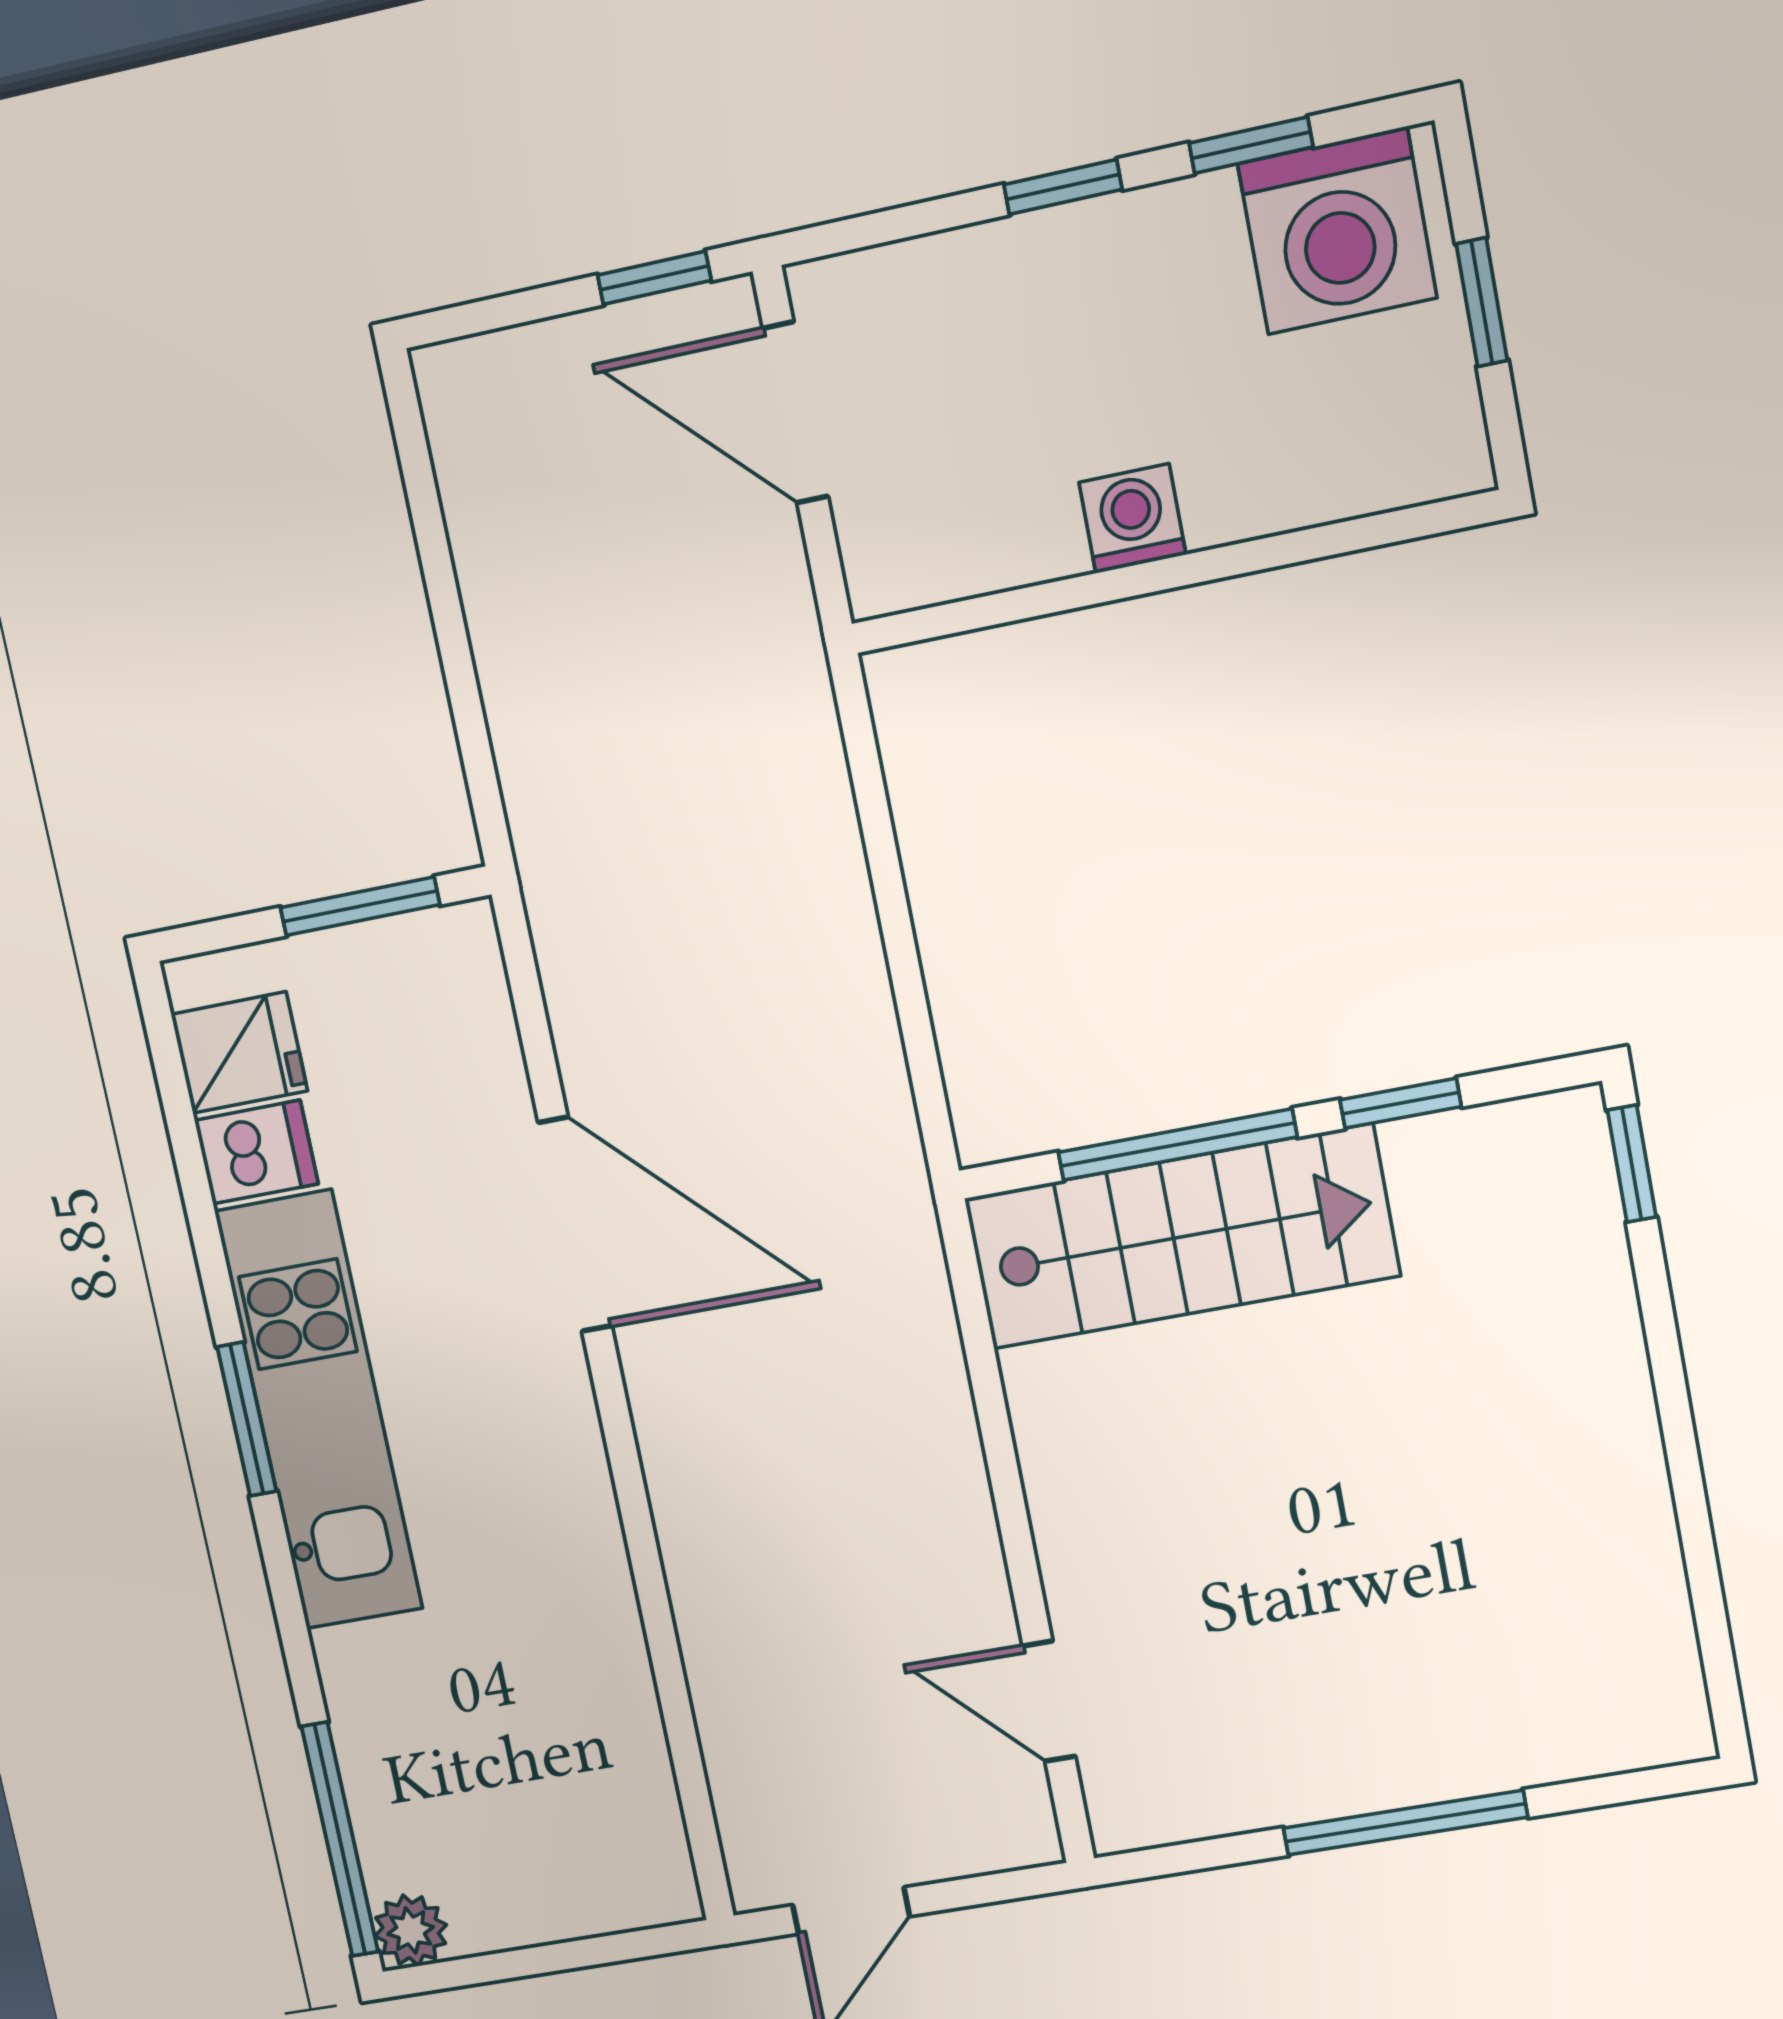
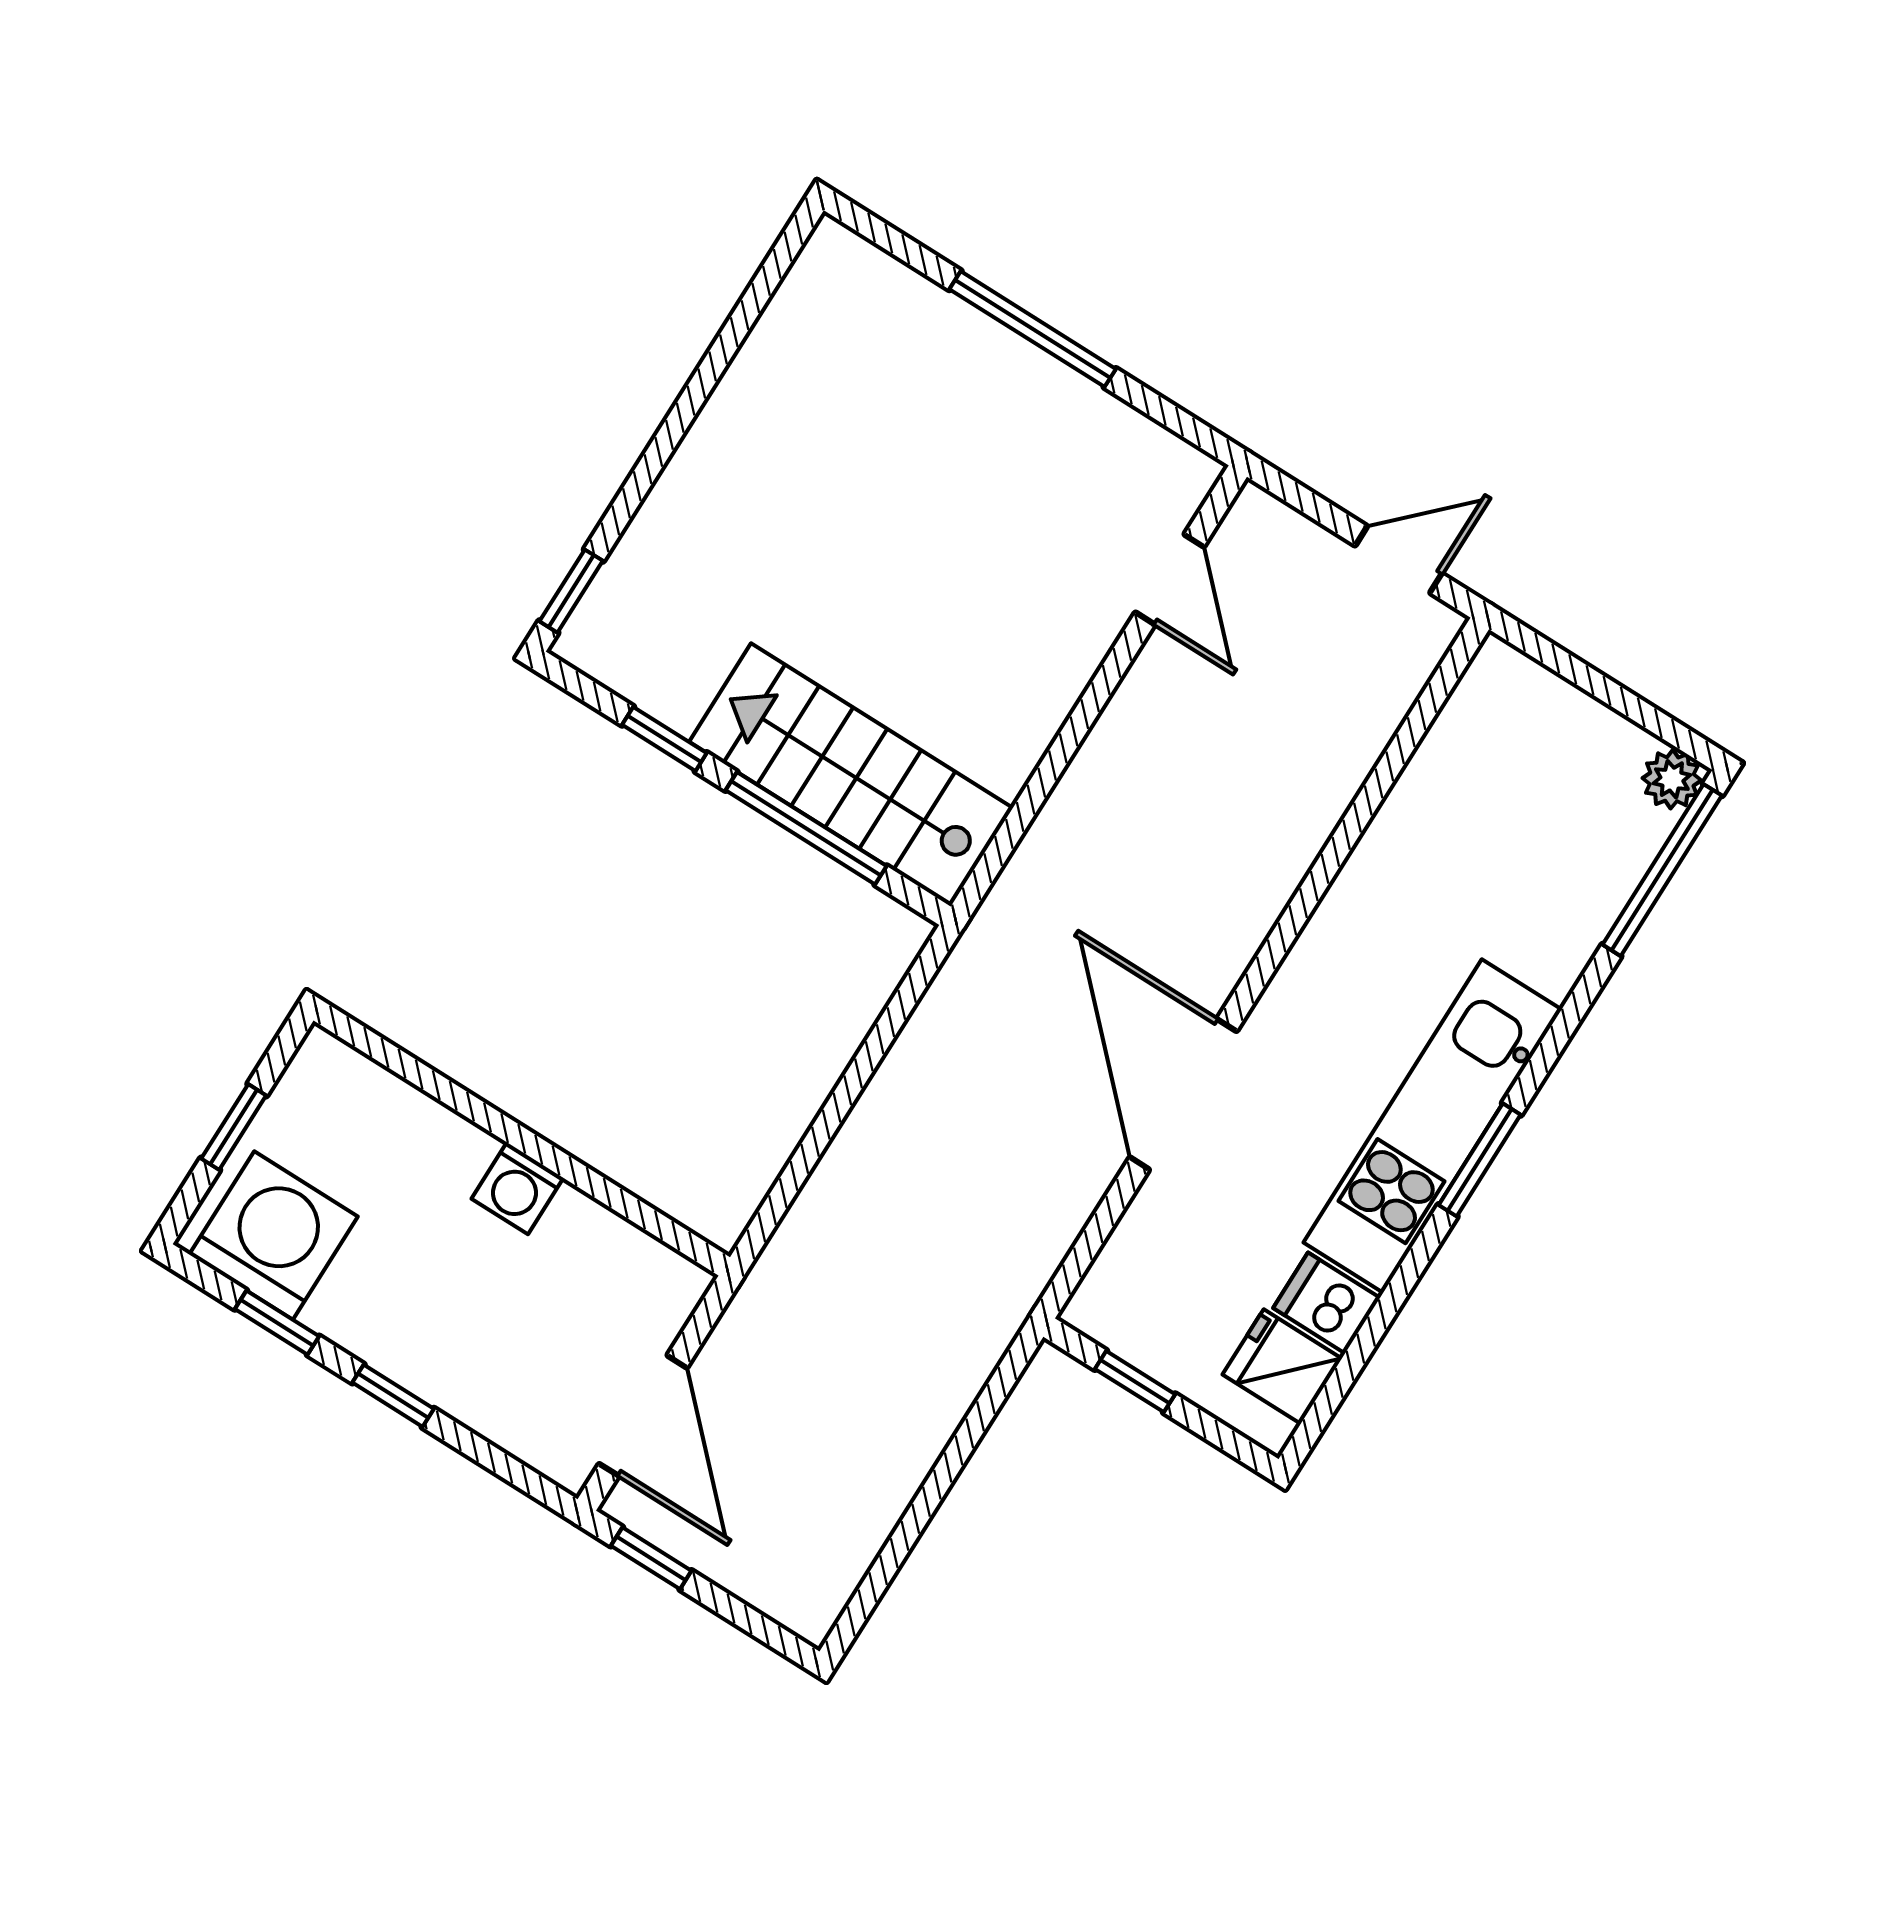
window: (360, 906) -> (1135, 1382), width x0.67

